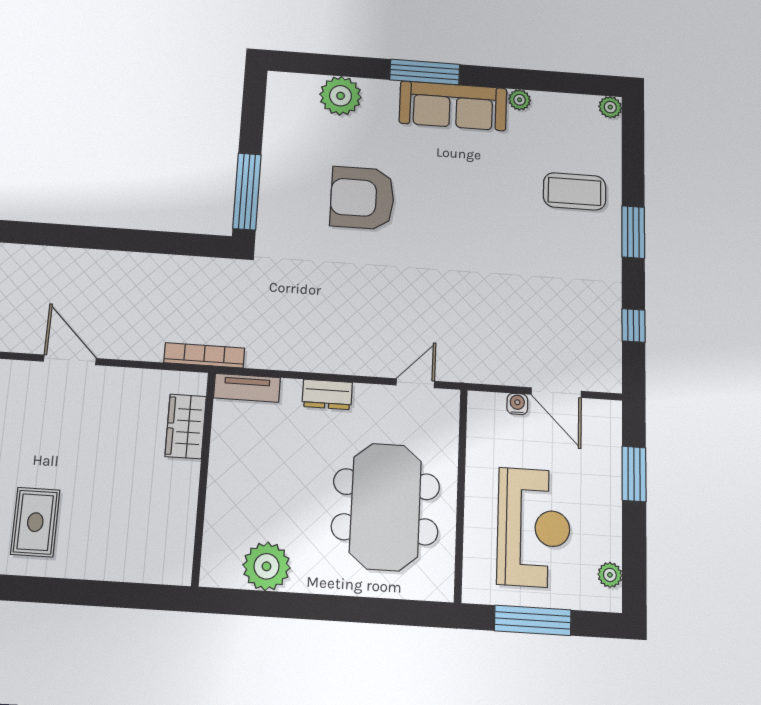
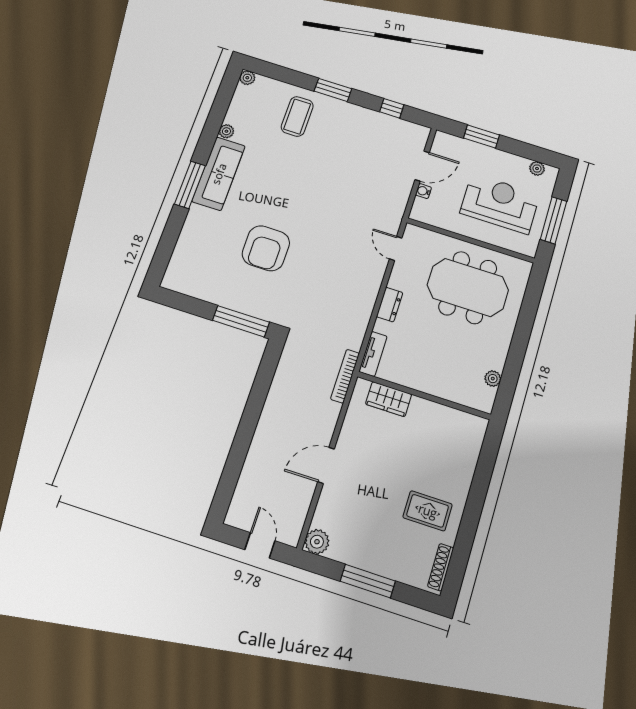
plant: (341, 96) -> (191, 243), removed
plant: (266, 566) -> (493, 379), width x0.53, depth x0.53

